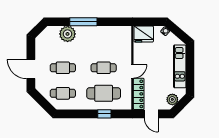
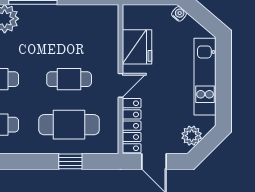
fridge: (144, 34) -> (137, 47), moved, turned -90

